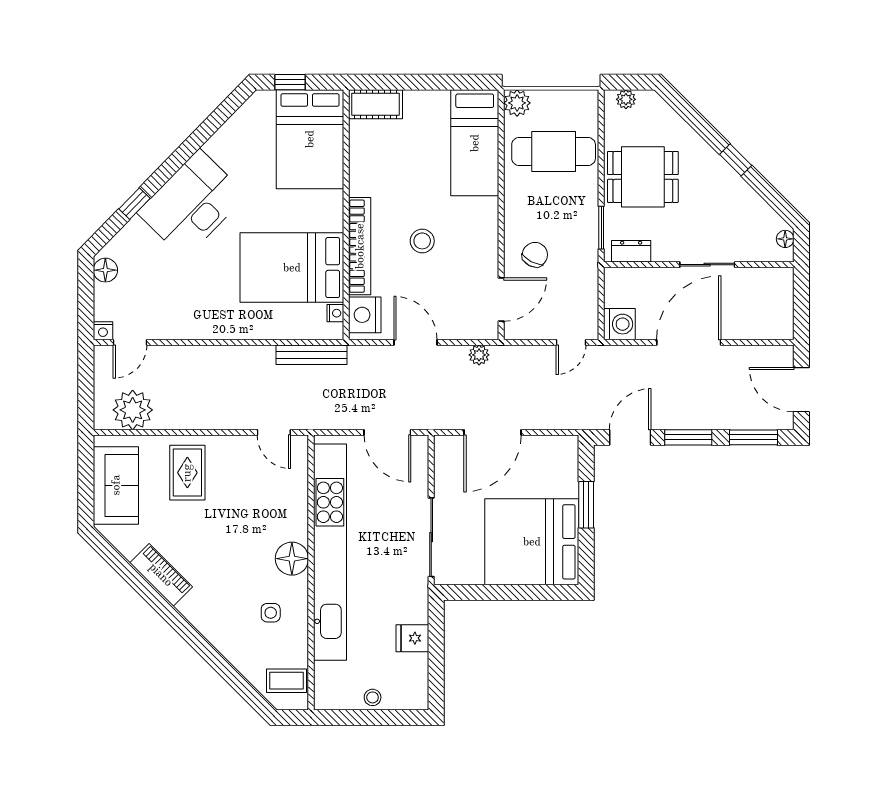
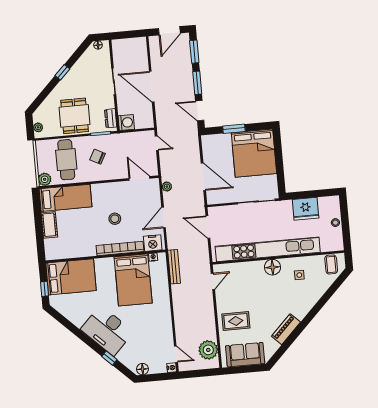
cot: (375, 104) -> (49, 225), moved
chair: (535, 255) -> (97, 157), moved
washing machine: (619, 324) -> (126, 122), moved, turned 90
door: (387, 432) -> (208, 227), swing flipped
fridge: (412, 638) -> (306, 209), width x1.88, depth x1.34

